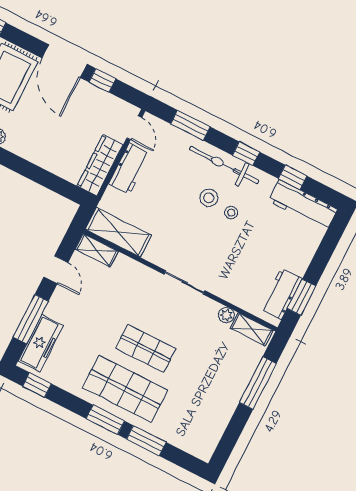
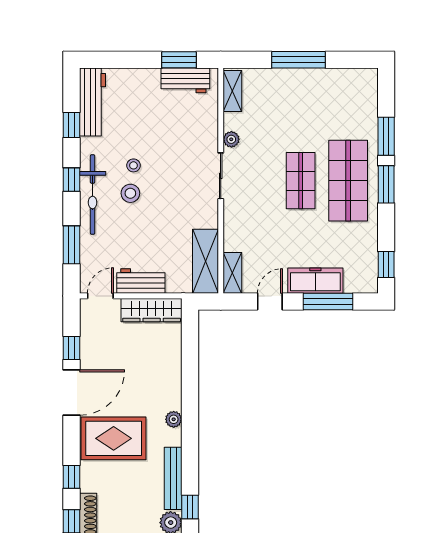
plant: (226, 315) -> (231, 139), moved
freezer: (41, 343) -> (315, 281), moved
window: (258, 383) -> (299, 60), moved

